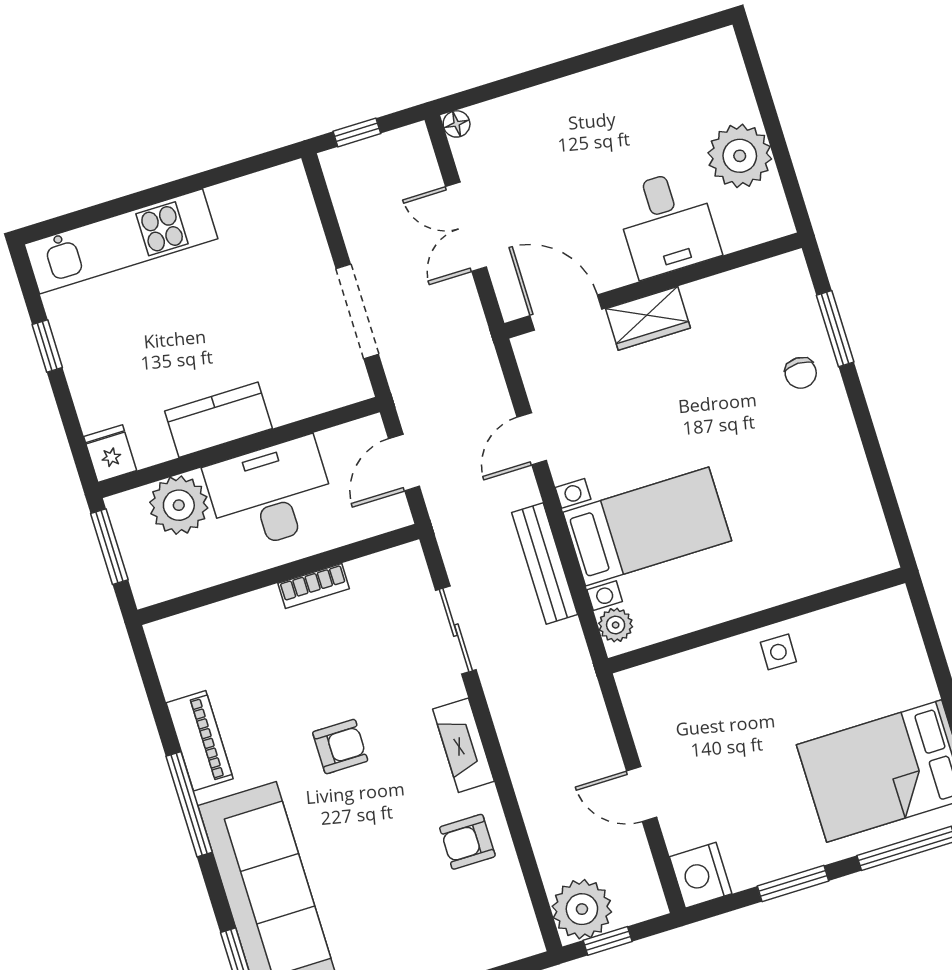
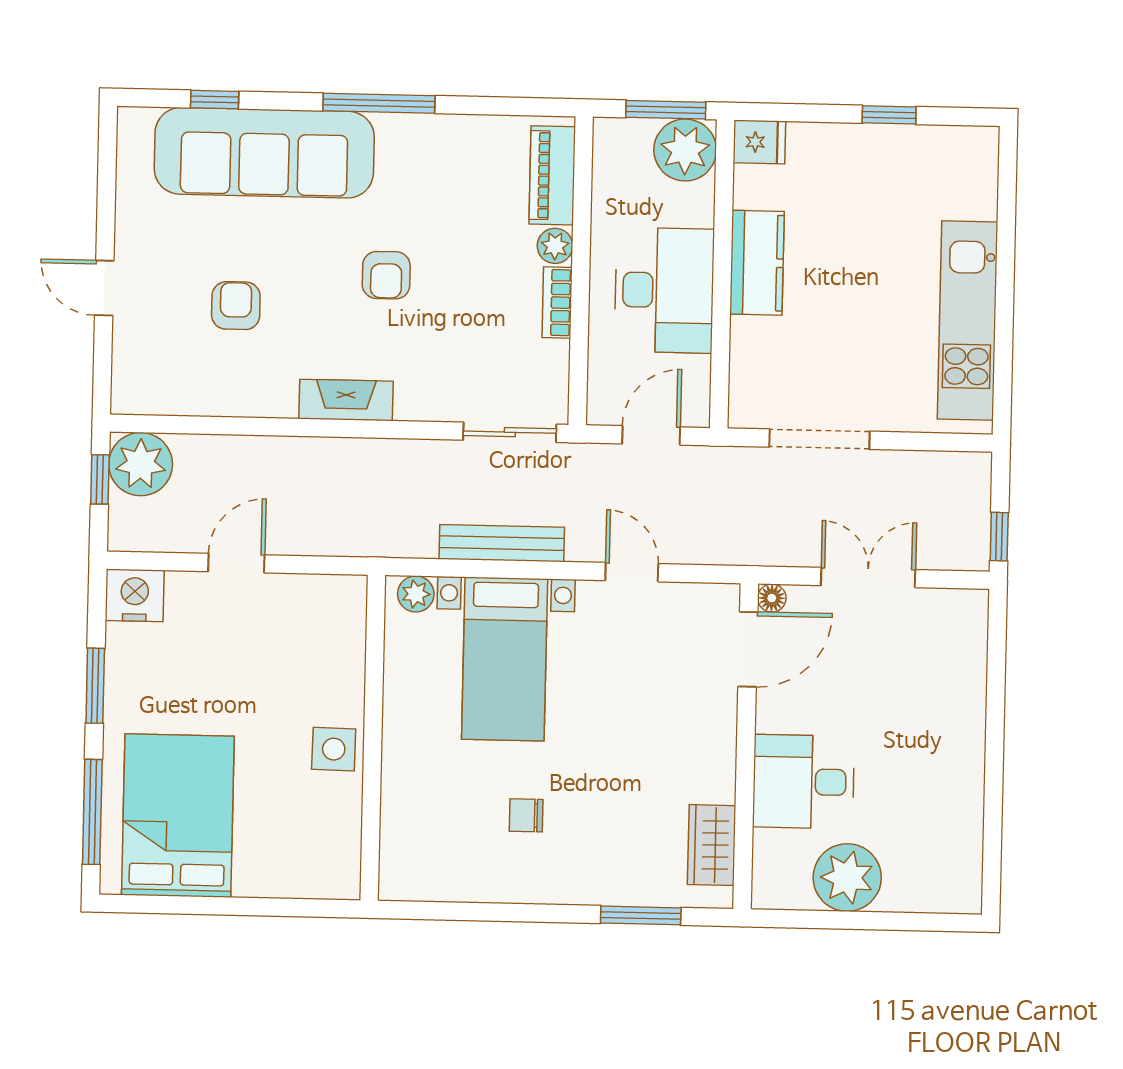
floor lamp: (457, 124) -> (772, 598), moved
window: (357, 132) -> (999, 537), moved
kitchen unit: (121, 241) -> (968, 321), moved
wardrobe: (648, 318) -> (712, 845), moved
chair: (801, 373) -> (526, 815), moved
door: (404, 463) -> (651, 435), hinge flipped
plant: (179, 505) -> (685, 150), moved
plant: (264, 605) -> (555, 246), added
sliding door: (456, 630) -> (510, 432), moved
side table: (778, 652) -> (334, 749), width x1.37, depth x1.37
piano: (200, 741) -> (552, 175), moved, turned 90
armchair: (467, 842) -> (236, 306), moved

